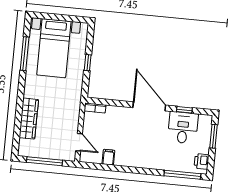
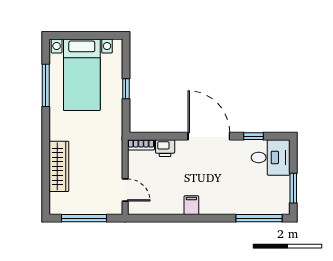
desk: (183, 128) -> (271, 157), moved, turned 90
window: (213, 136) -> (293, 188), moved
filing cabinet: (108, 157) -> (191, 205), moved
printer: (201, 161) -> (165, 148), moved, turned -90

